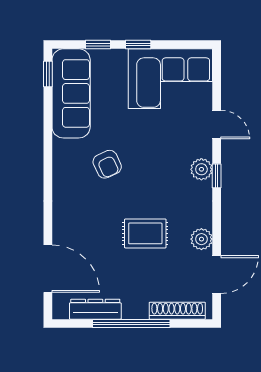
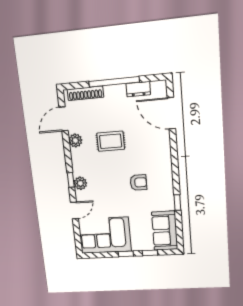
window: (48, 74) -> (177, 203), moved
sofa: (71, 93) -> (165, 231), width x0.73
door: (217, 124) -> (74, 210), swing flipped
armchair: (107, 164) -> (138, 182), turned 115
dresser: (95, 309) -> (138, 89), width x0.70

